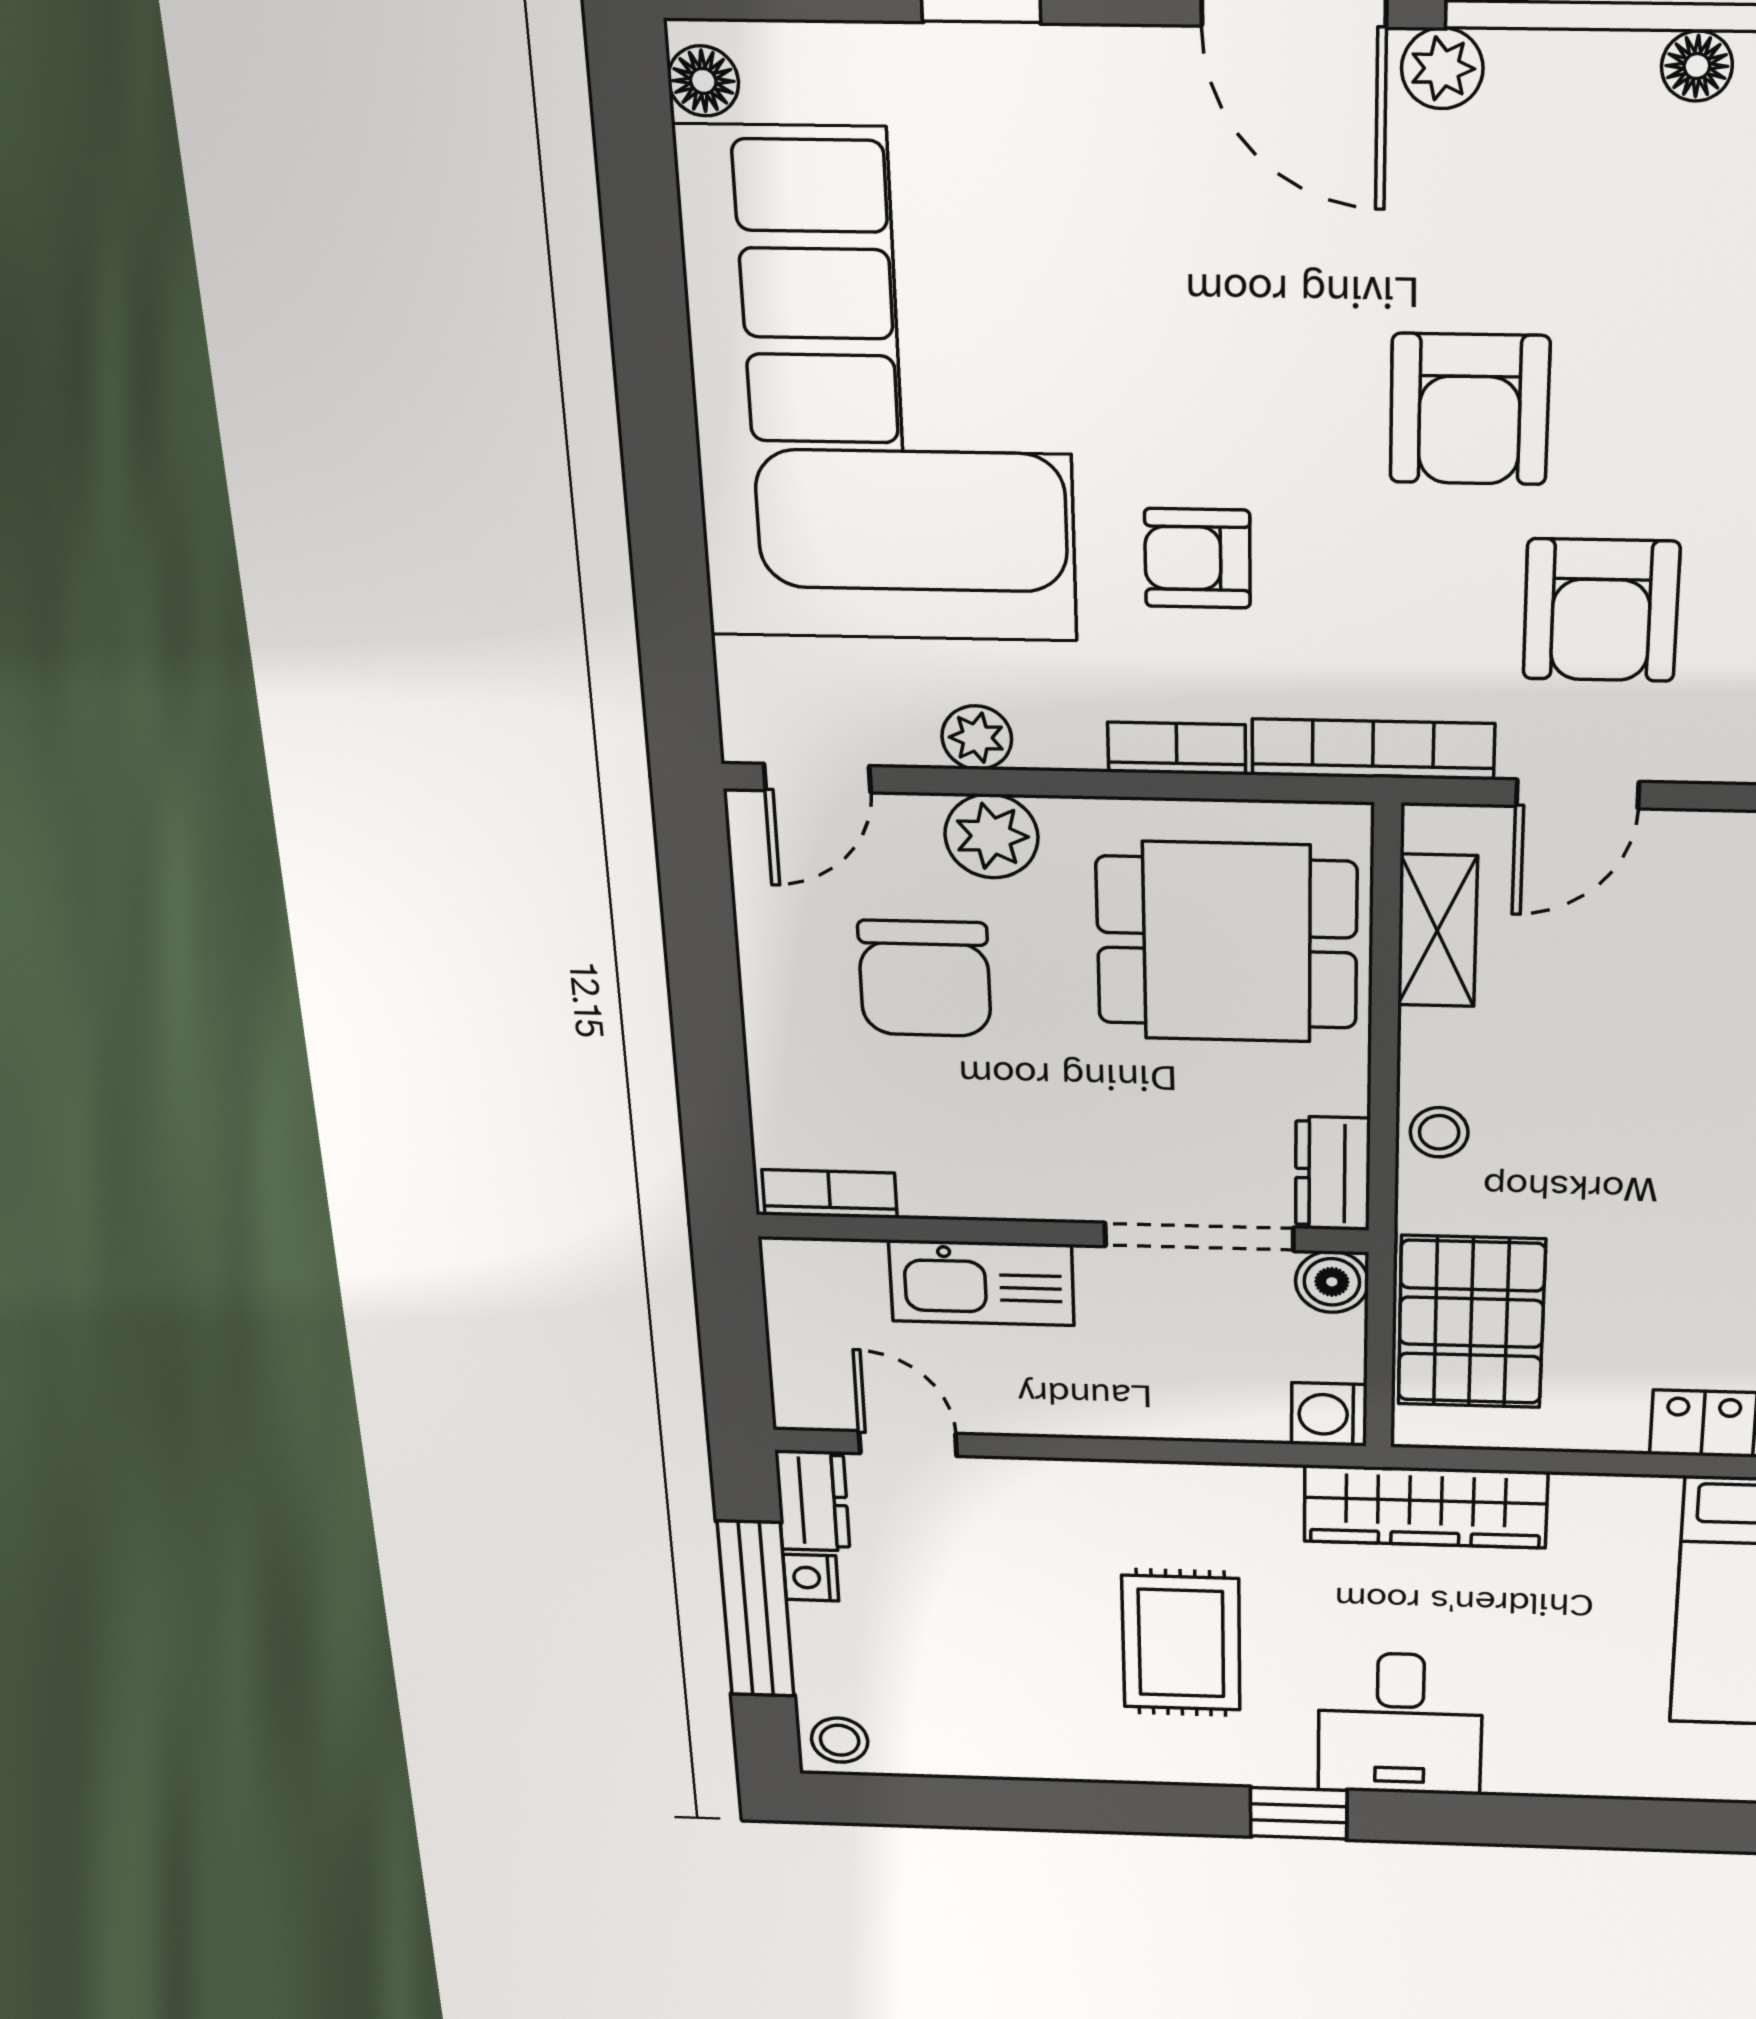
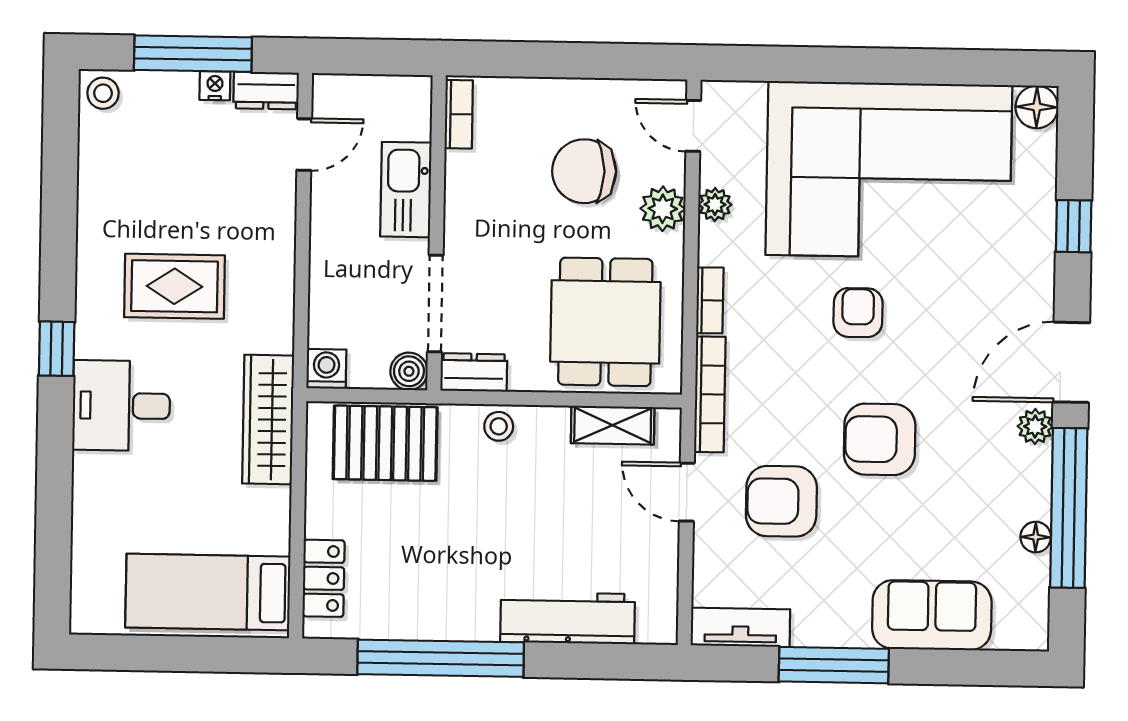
floor lamp: (703, 81) -> (1037, 107), width x1.37, depth x1.37
armchair: (1198, 558) -> (858, 313), moved

